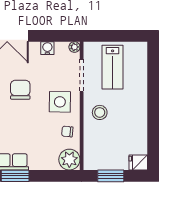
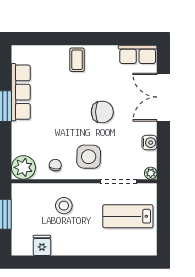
stool: (100, 112) -> (64, 206), moved
fridge: (138, 163) -> (42, 245), moved

